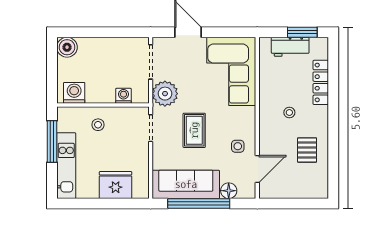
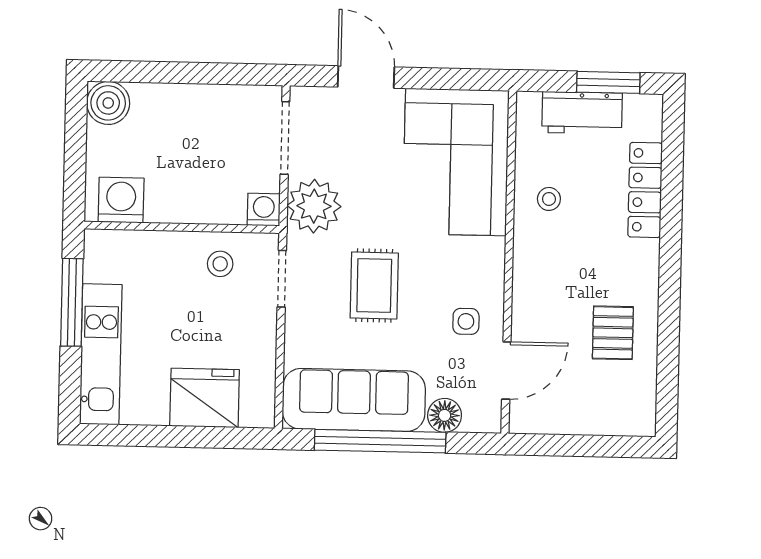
washing machine: (123, 96) -> (264, 210), moved
stool: (289, 112) -> (549, 199), moved
stool: (98, 125) -> (220, 264), moved

